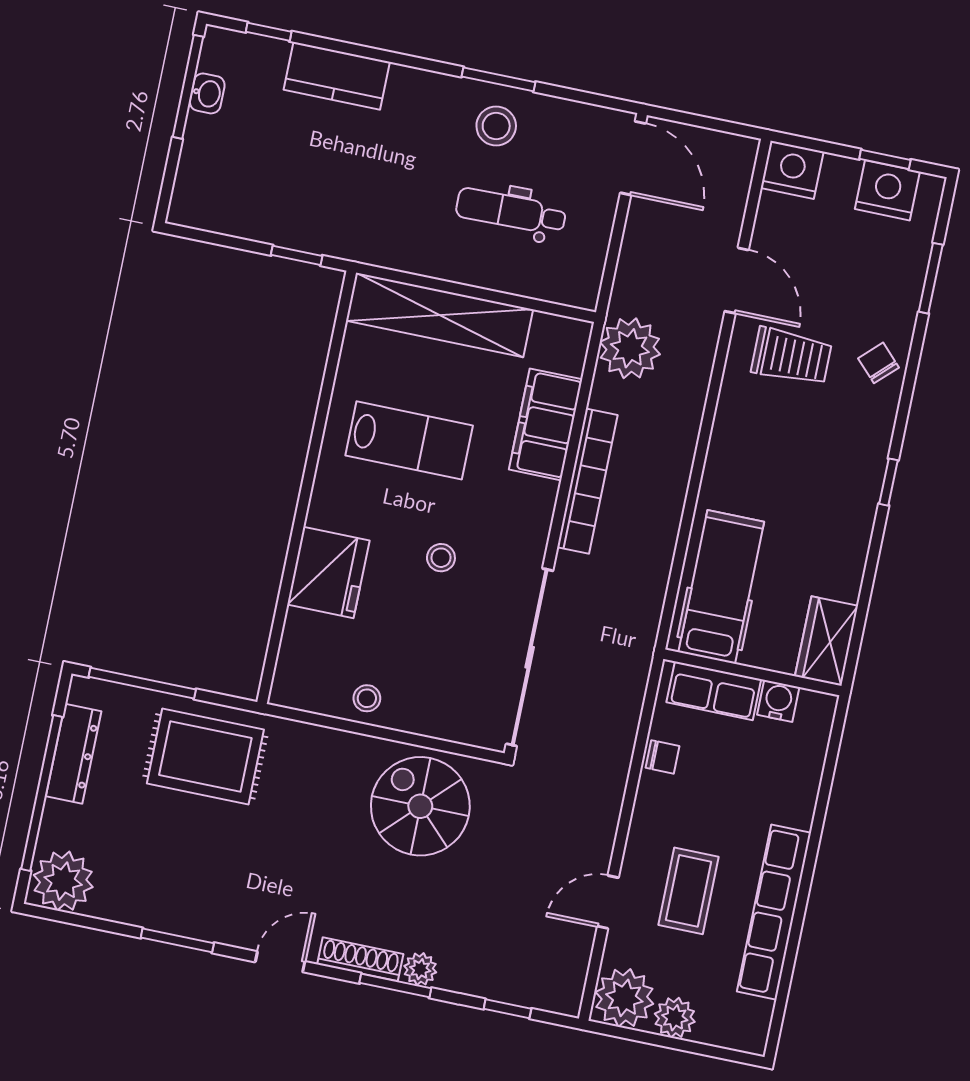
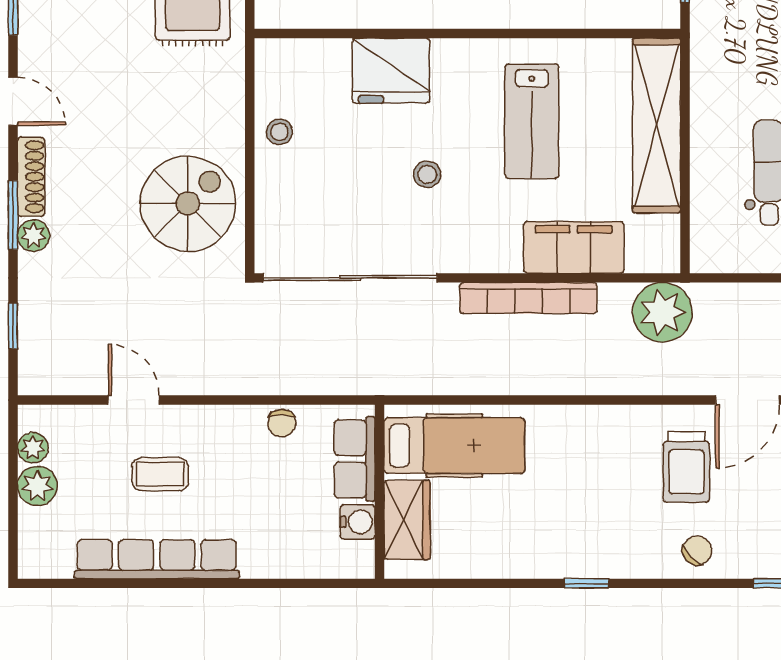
wardrobe: (826, 641) -> (407, 520), moved, turned 90
coffee table: (689, 891) -> (160, 474), width x0.73, depth x0.77
plant: (624, 998) -> (33, 448), width x0.53, depth x0.53

